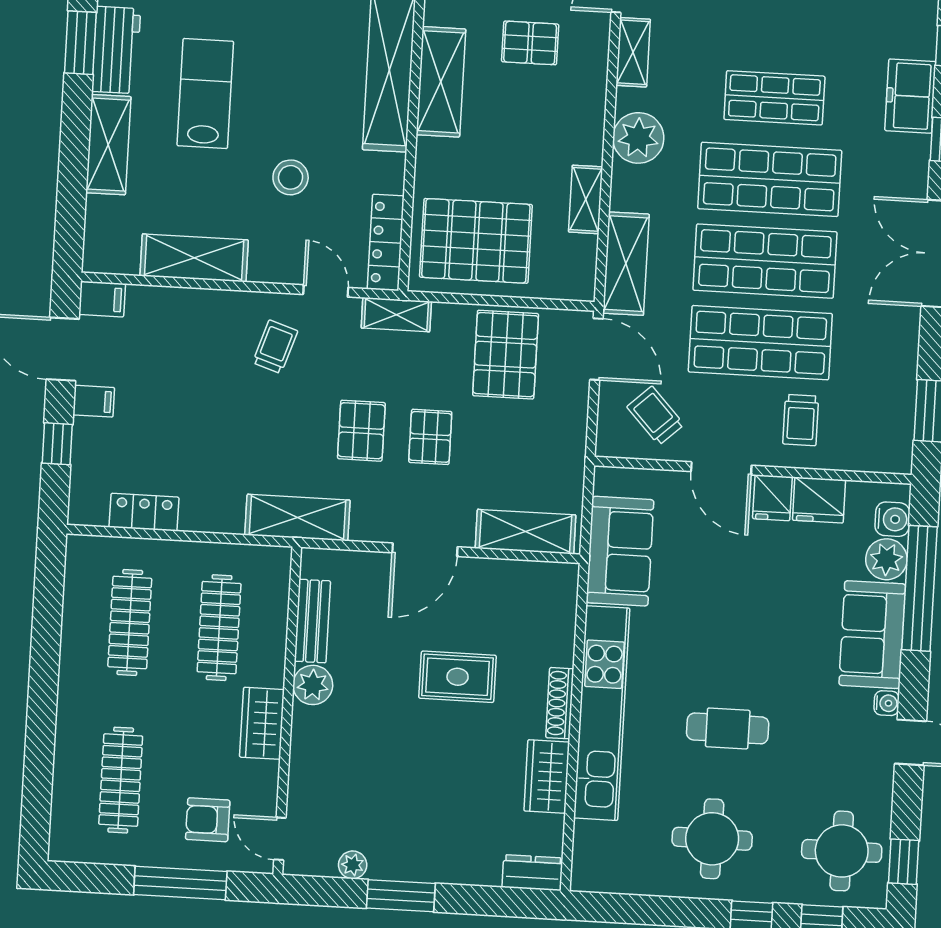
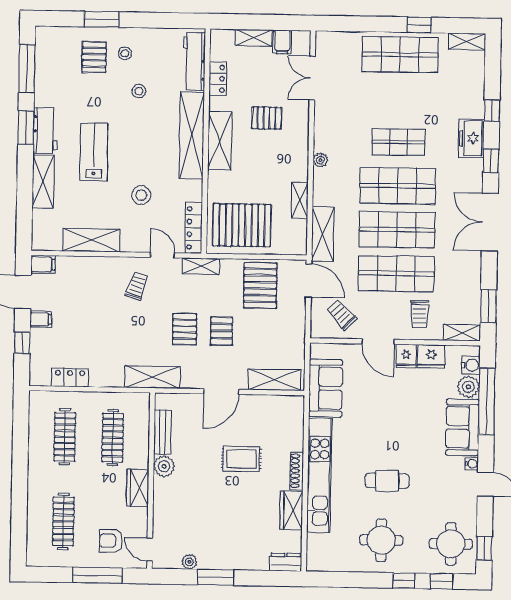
shelving: (633, 52) -> (462, 333), moved, turned 90
plant: (638, 138) -> (320, 160), width x0.53, depth x0.53

